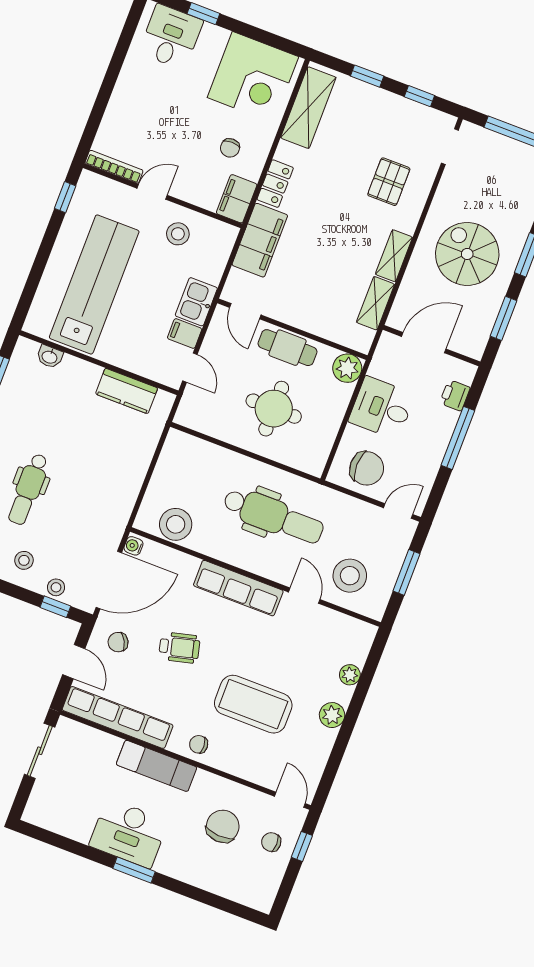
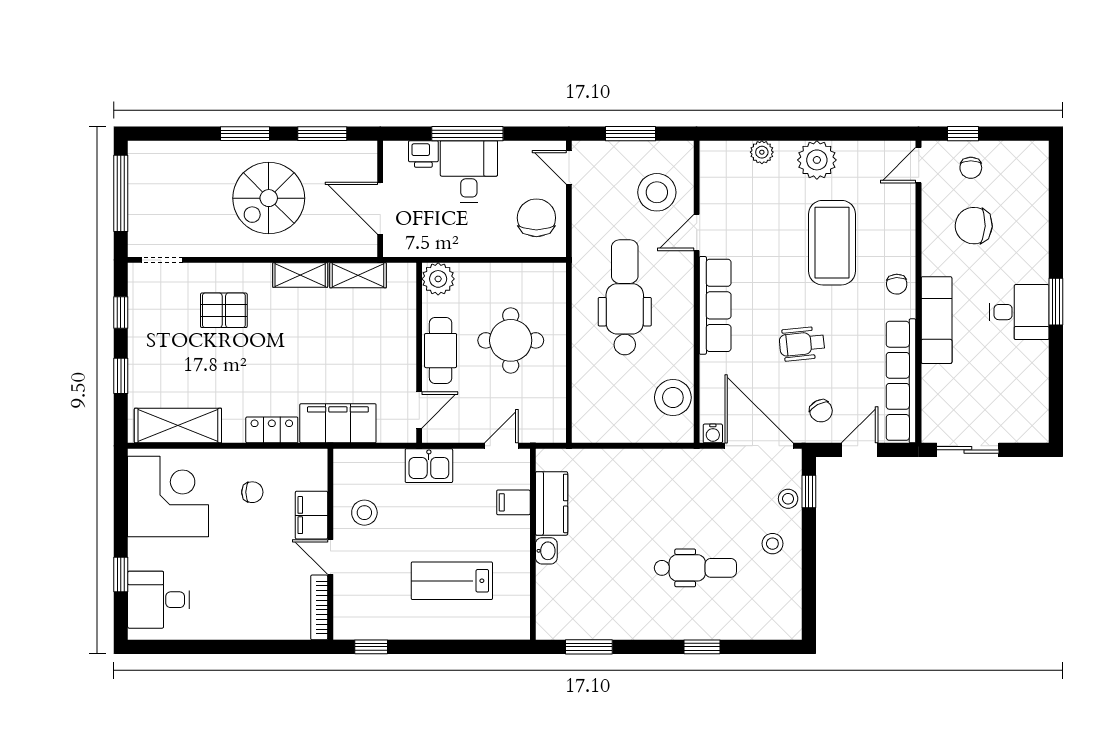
filing cabinet: (237, 199) -> (311, 515), moved, turned 90
lab bench: (94, 284) -> (452, 581), width x0.54, depth x0.72
filing cabinet: (185, 333) -> (513, 502), moved, turned 90
washbasin: (50, 357) -> (546, 551), moved
desk: (382, 408) -> (469, 171), moved, turned 180
wheelchair: (179, 648) -> (802, 344), turned -82
plant: (332, 715) -> (817, 160), width x1.36, depth x1.36
desk: (129, 833) -> (1019, 312), width x0.73

